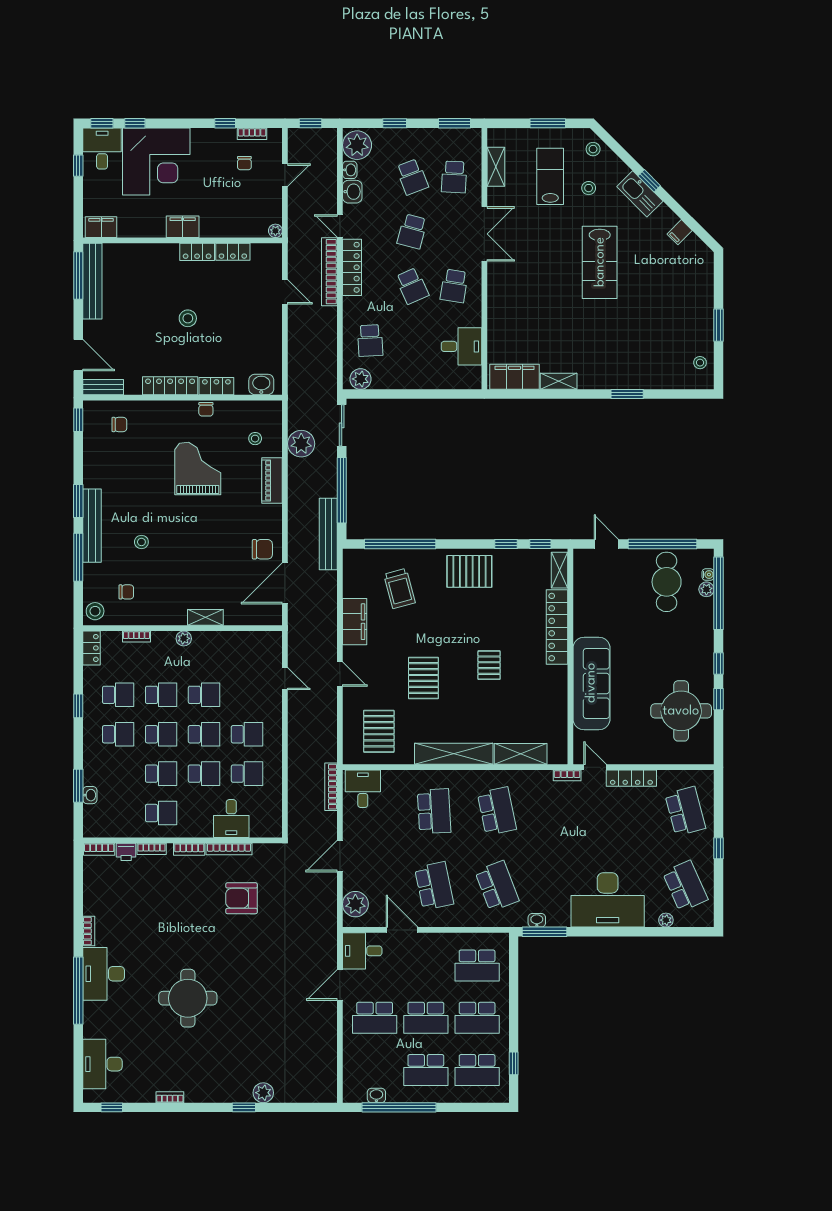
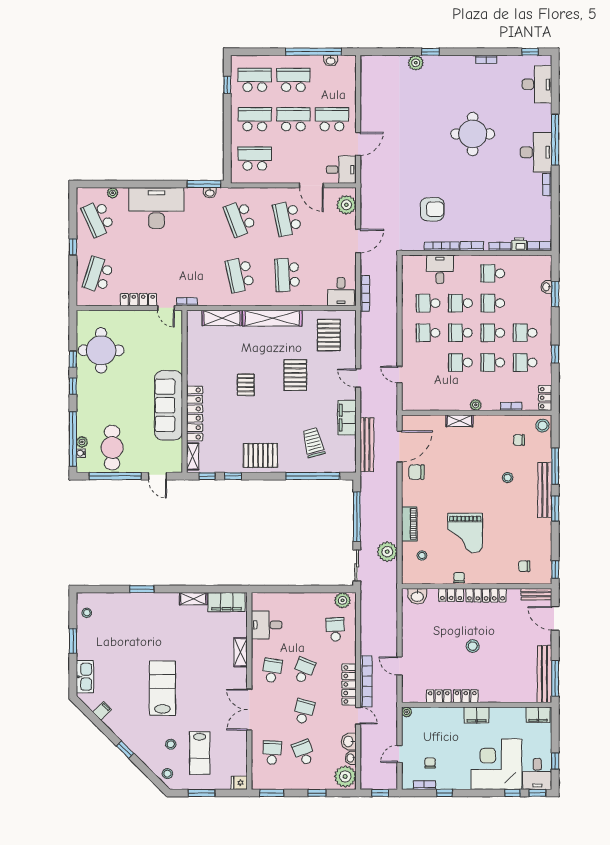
fridge: (498, 137) -> (239, 783), added
shelving: (496, 167) -> (241, 652), moved
kitchen sink: (640, 194) -> (85, 677), moved, turned 45
school desk: (412, 286) -> (304, 670), turned 45
bench: (328, 534) -> (367, 445), moved
sofa: (591, 683) -> (169, 405), moved
school desk: (685, 811) -> (98, 275), turned 33

